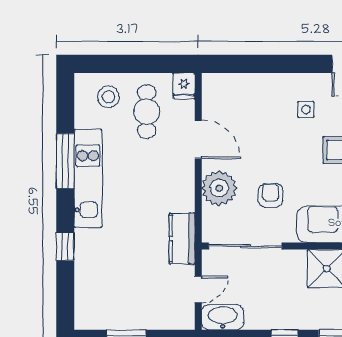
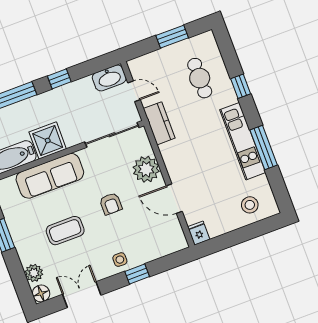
window: (278, 64) -> (137, 274), added
side table: (306, 110) -> (120, 260), moved
cafe table: (147, 112) -> (200, 78), moved
armchair: (271, 195) -> (111, 204), moved
door: (198, 289) -> (134, 91), swing flipped

